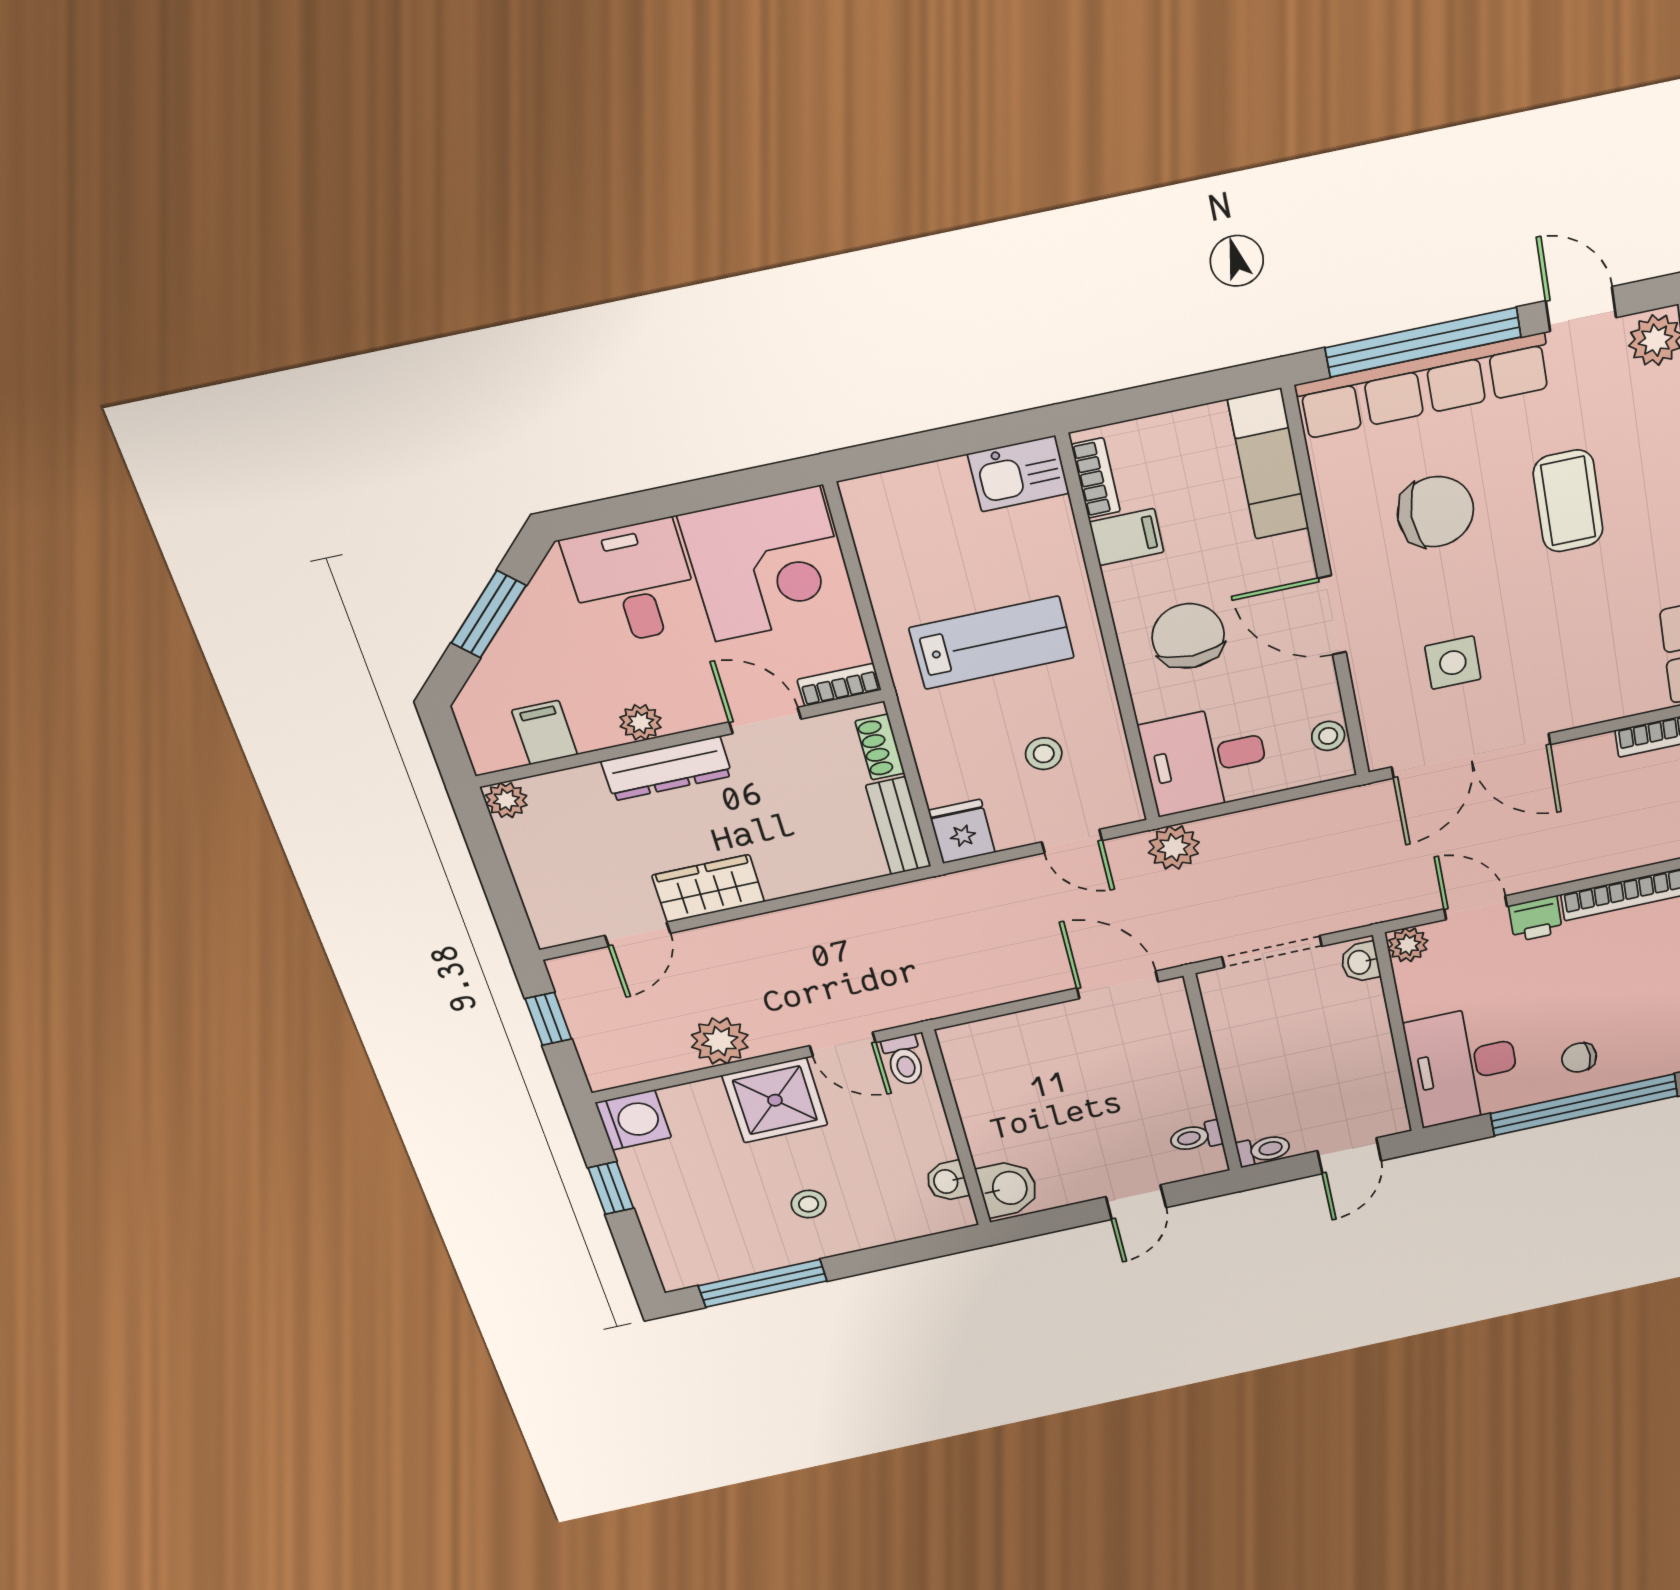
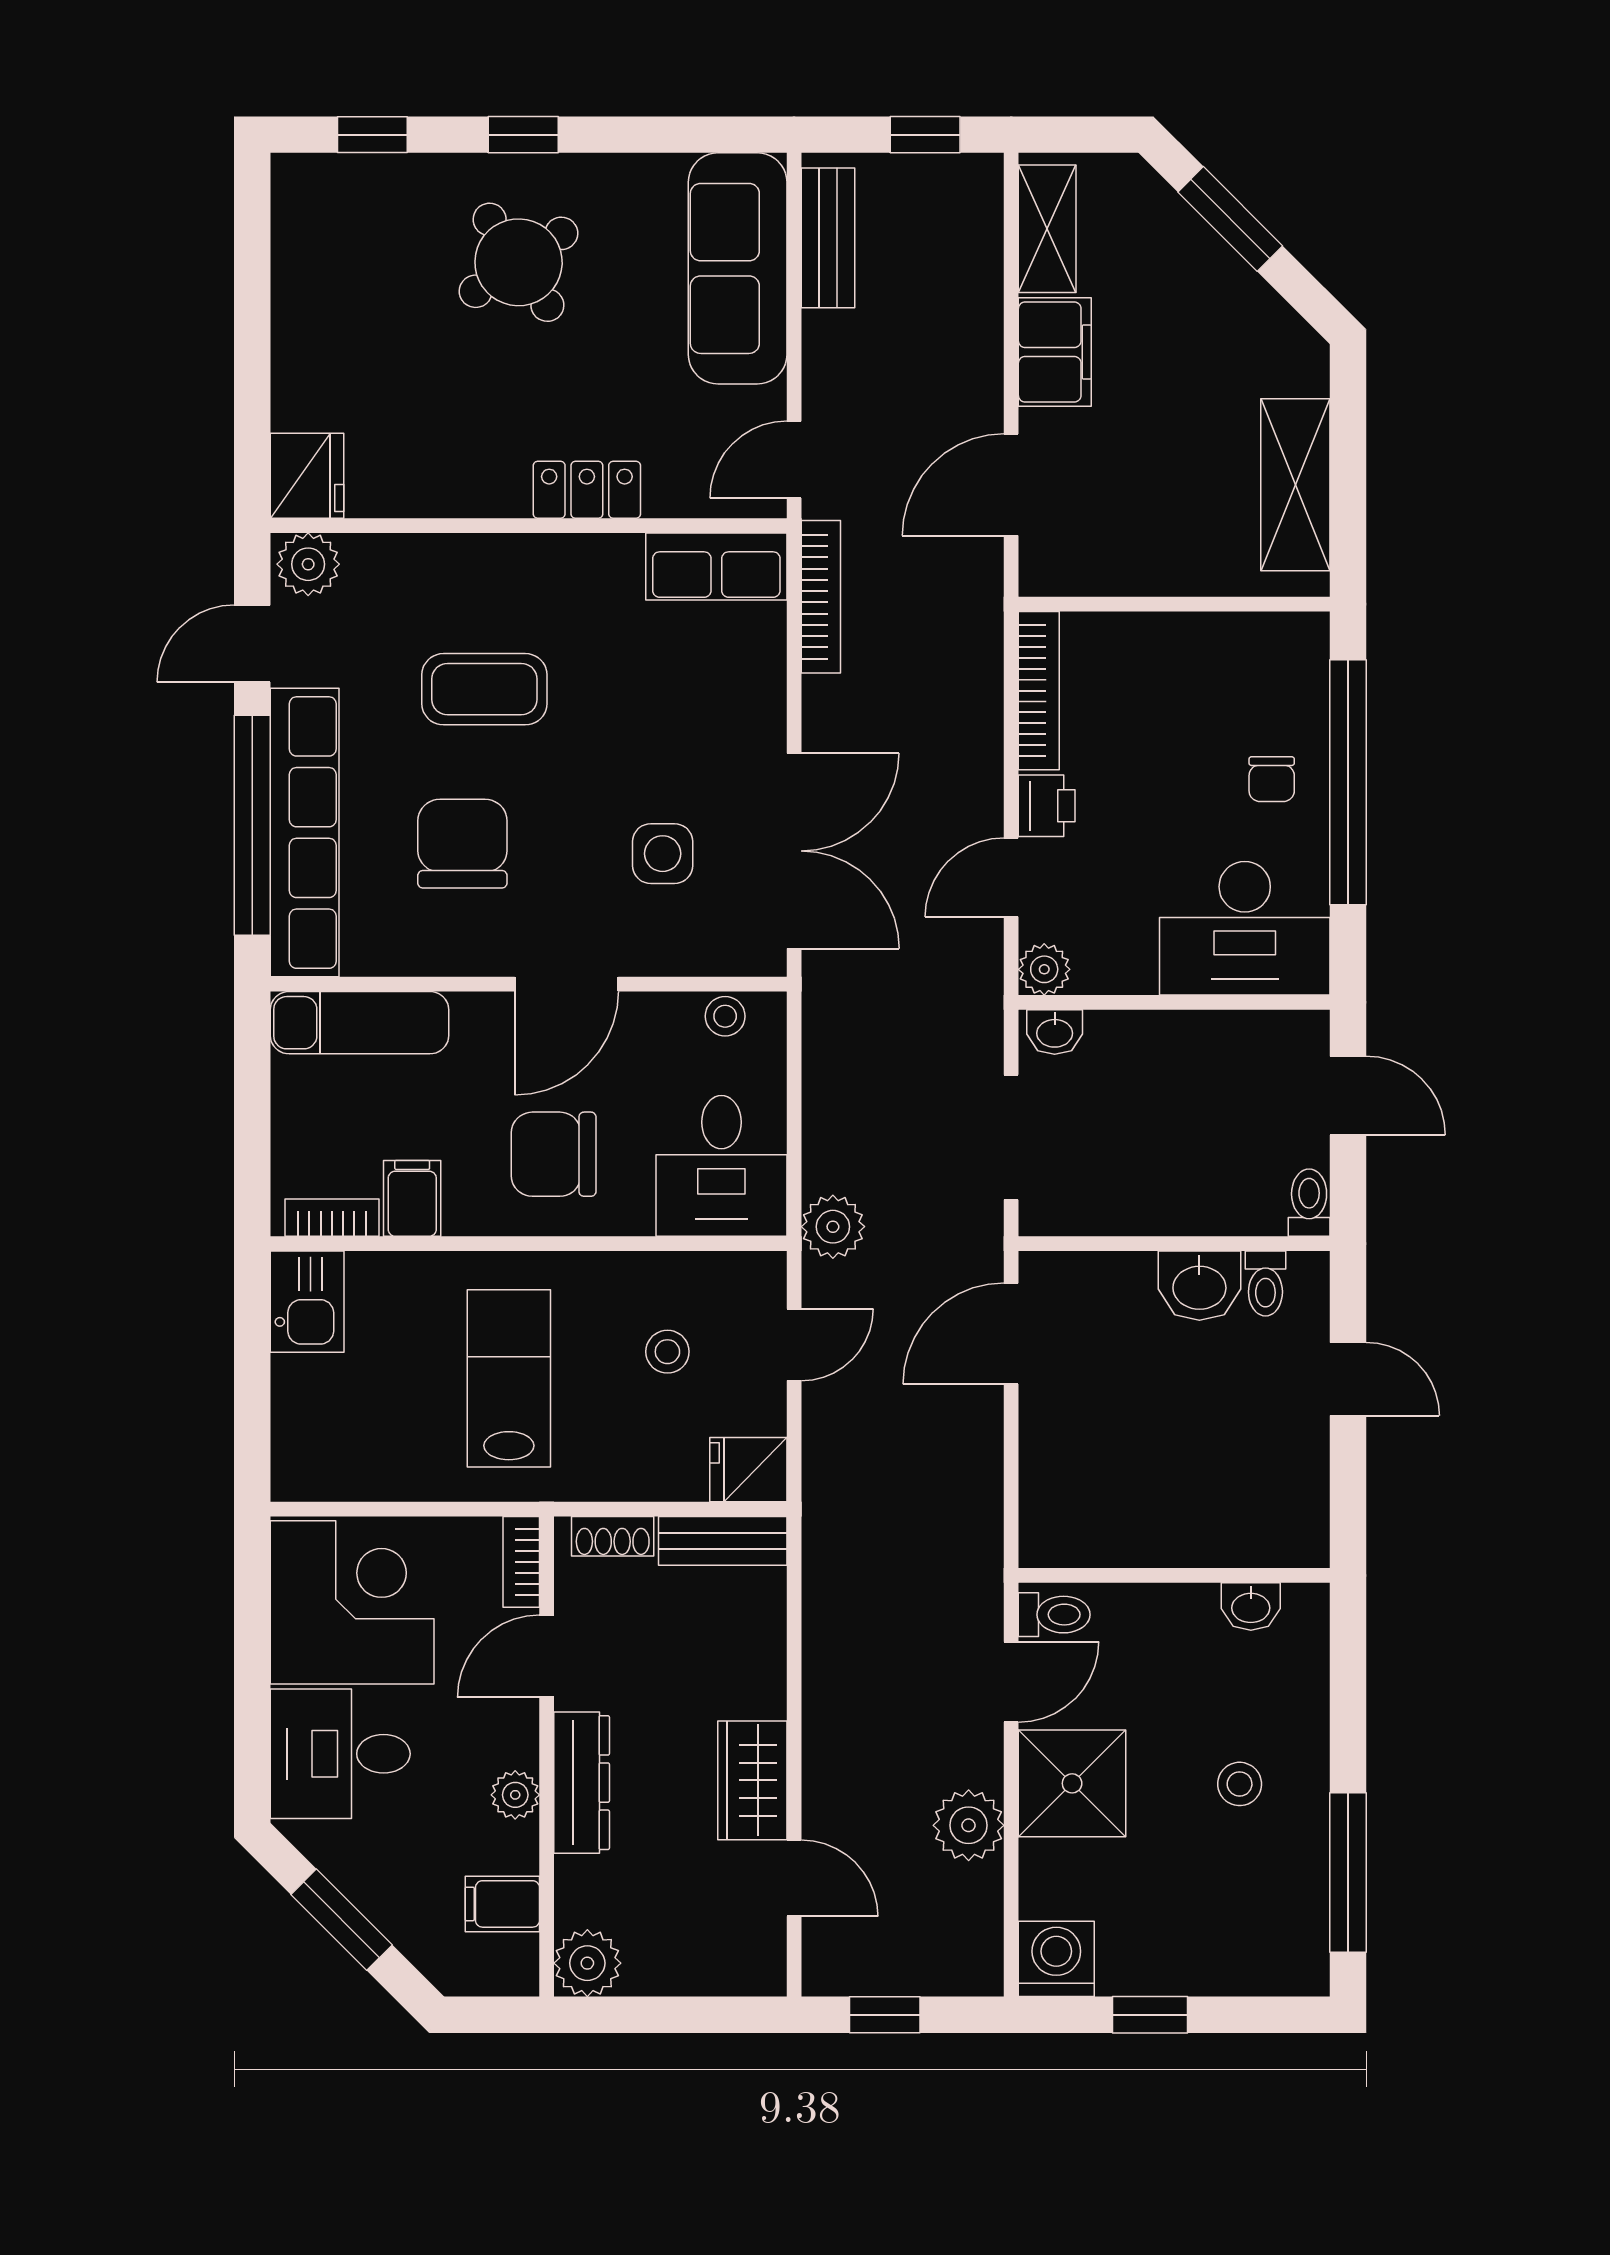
plant: (506, 800) -> (587, 1963), width x1.38, depth x1.38
washbasin: (1008, 1188) -> (1199, 1286), moved, turned 180

